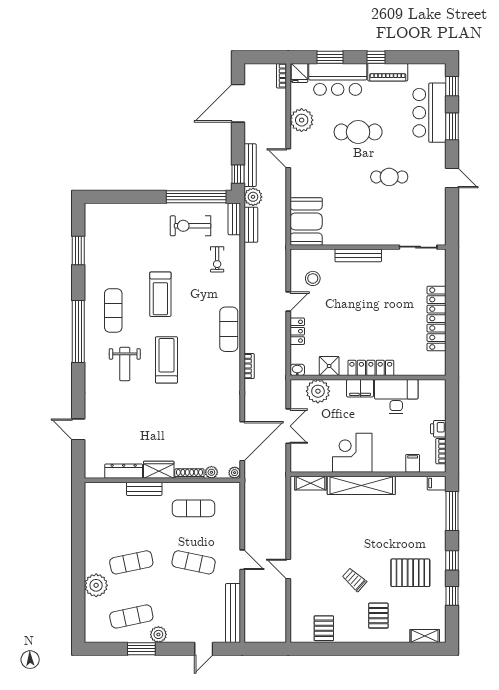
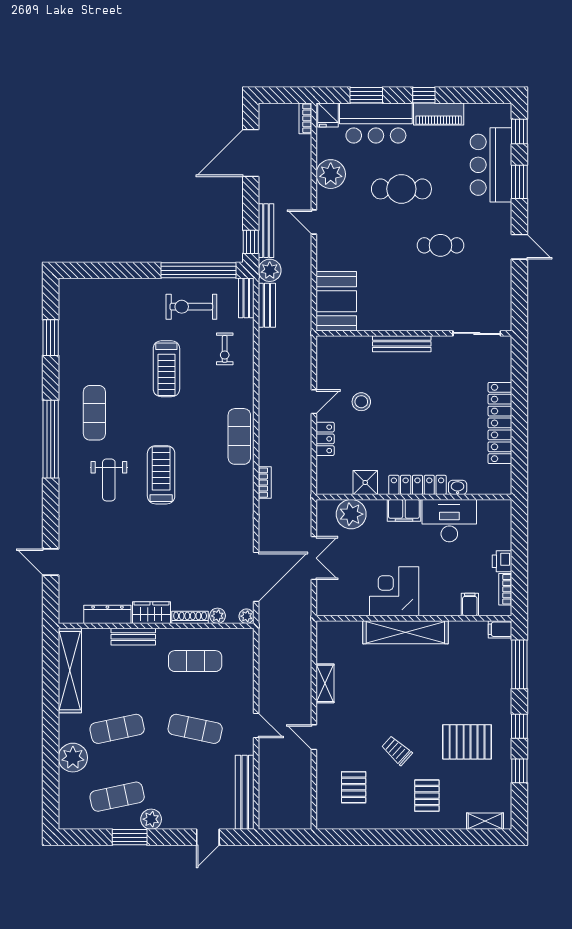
stool: (313, 278) -> (361, 402), moved
treadmill: (160, 294) -> (166, 369), moved
washbasin: (297, 370) -> (458, 487), moved
shelving: (310, 483) -> (325, 683), moved, turned 90
shelving: (94, 516) -> (70, 671), added
pallet: (324, 628) -> (354, 787), moved

